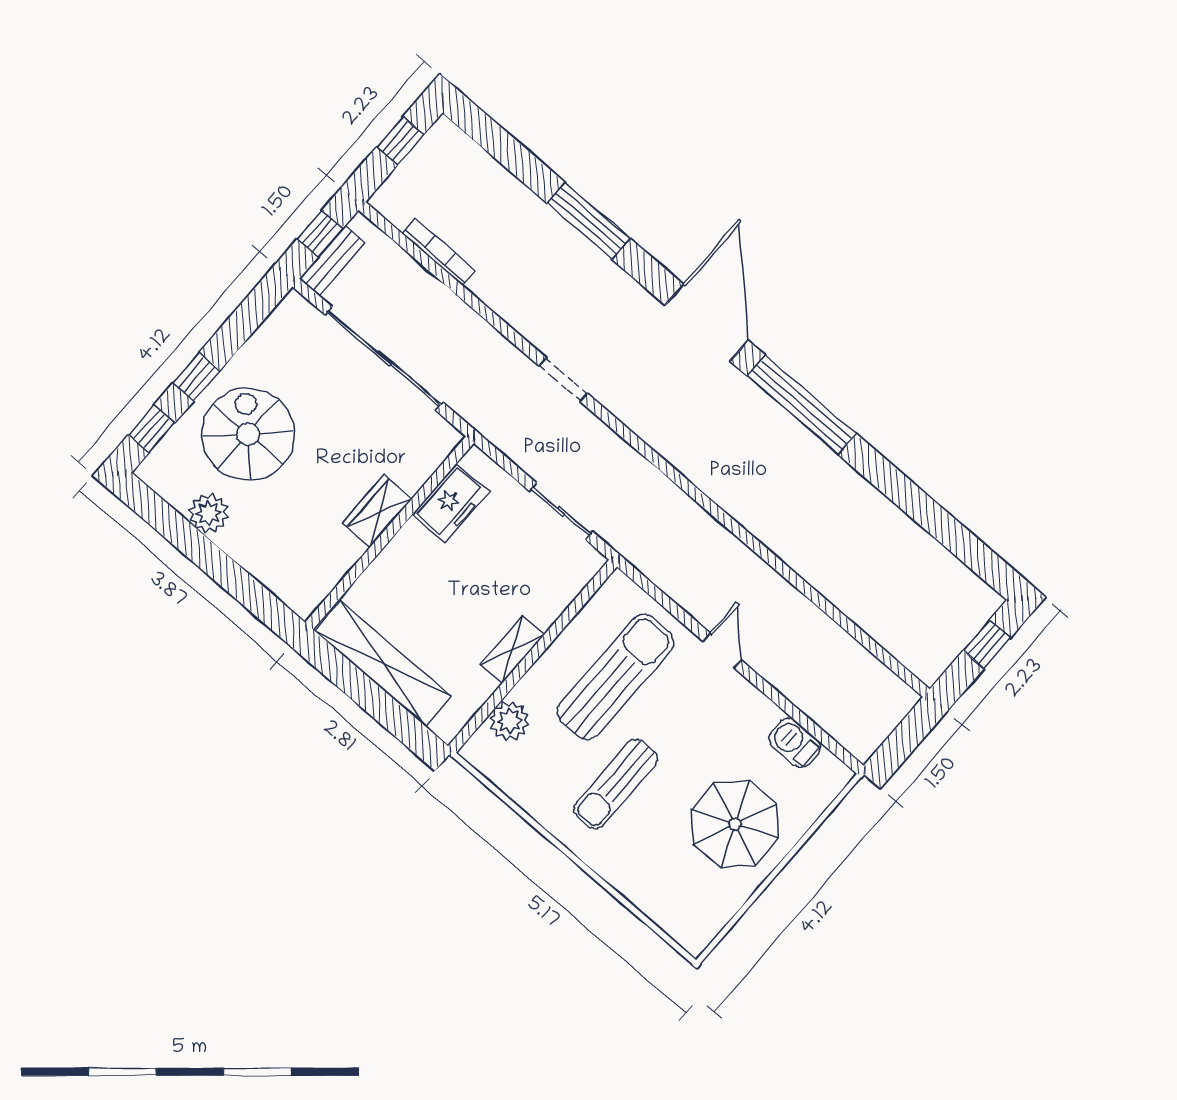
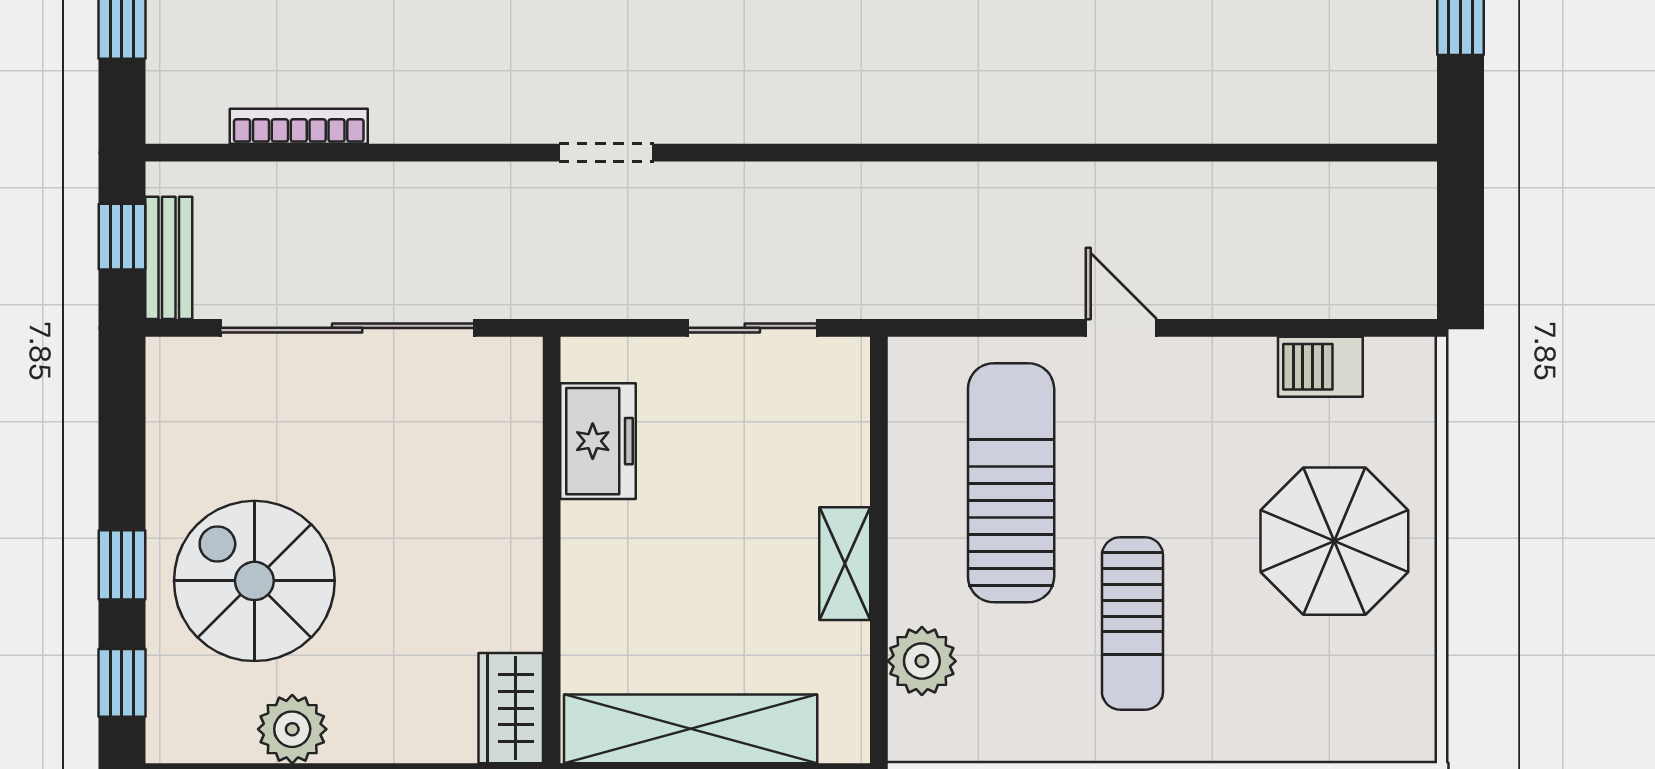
wardrobe: (377, 511) -> (511, 708), moved

